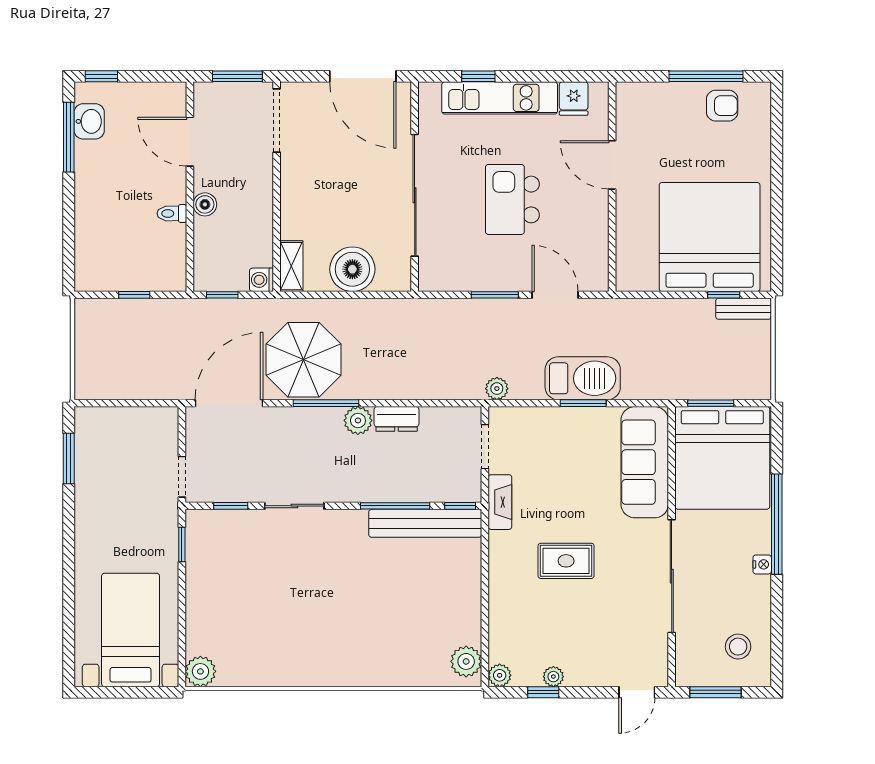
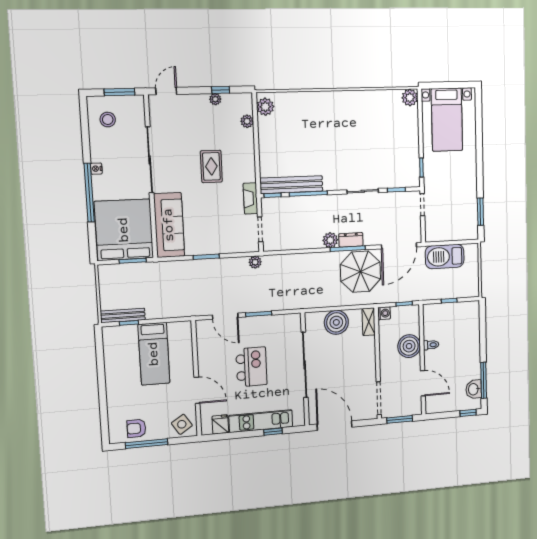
side table: (642, 105) -> (182, 424), added
boiler: (205, 204) -> (409, 346), width x1.86, depth x1.86
bed: (710, 237) -> (154, 354), width x0.49
bench: (744, 309) -> (123, 315), width x1.36
barbecue: (583, 378) -> (445, 257), moved
dresser: (397, 419) -> (351, 240), moved
rug: (566, 561) -> (211, 166), turned 90
plant: (500, 675) -> (247, 121), moved

